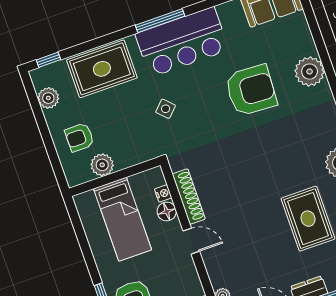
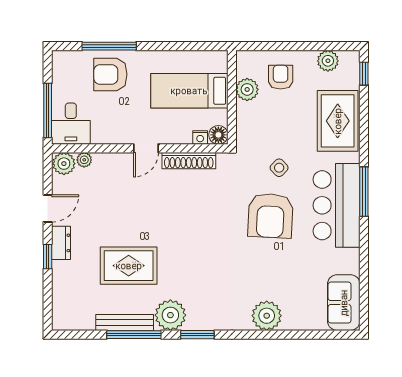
armchair: (251, 90) -> (270, 216), moved
floor lamp: (167, 212) -> (218, 135), moved

